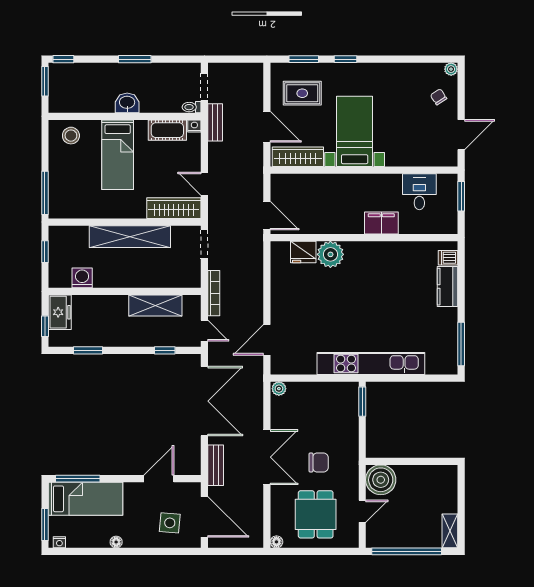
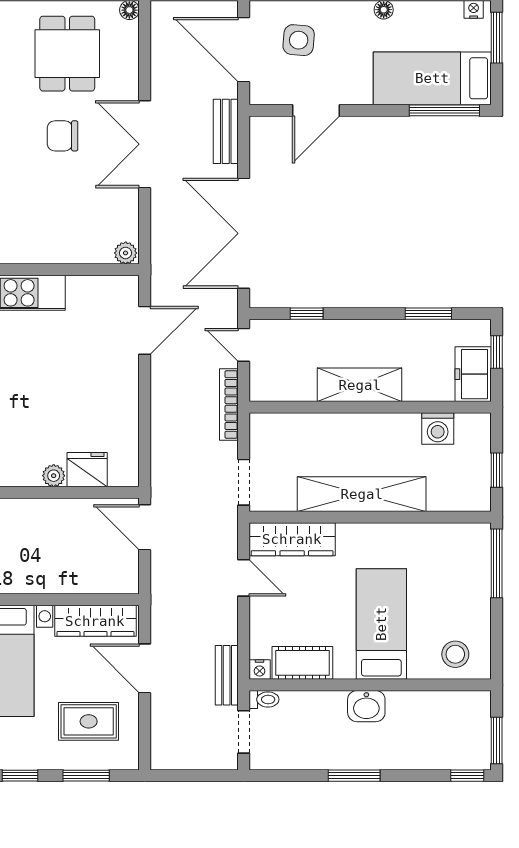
plant: (330, 254) -> (54, 476), width x0.53, depth x0.53
shelving: (155, 305) -> (360, 385), moved

